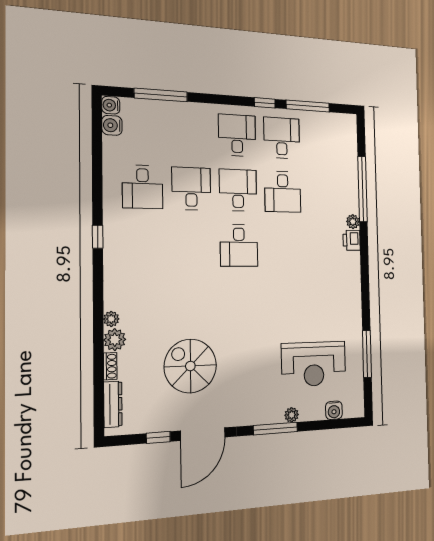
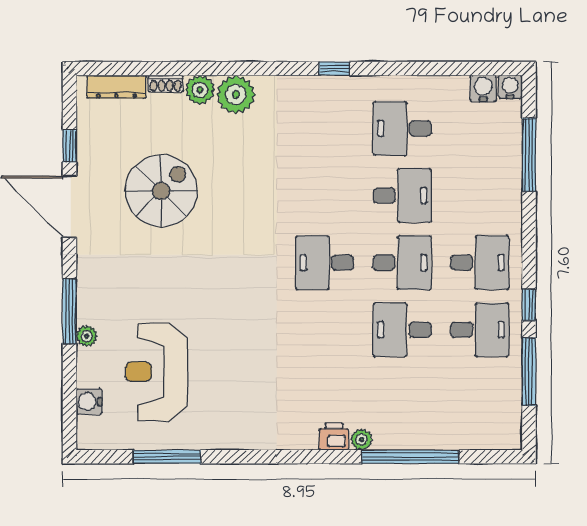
plant: (111, 319) -> (236, 95), width x1.88, depth x1.88

